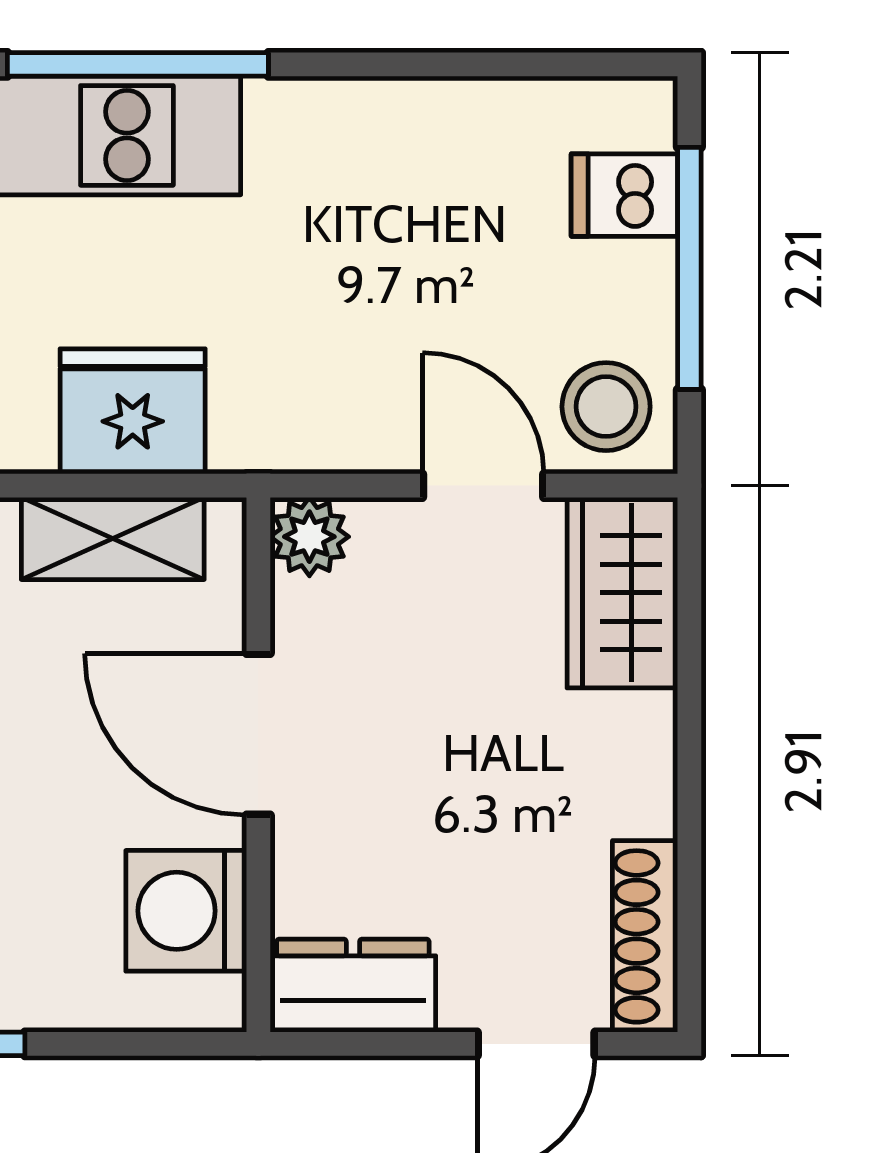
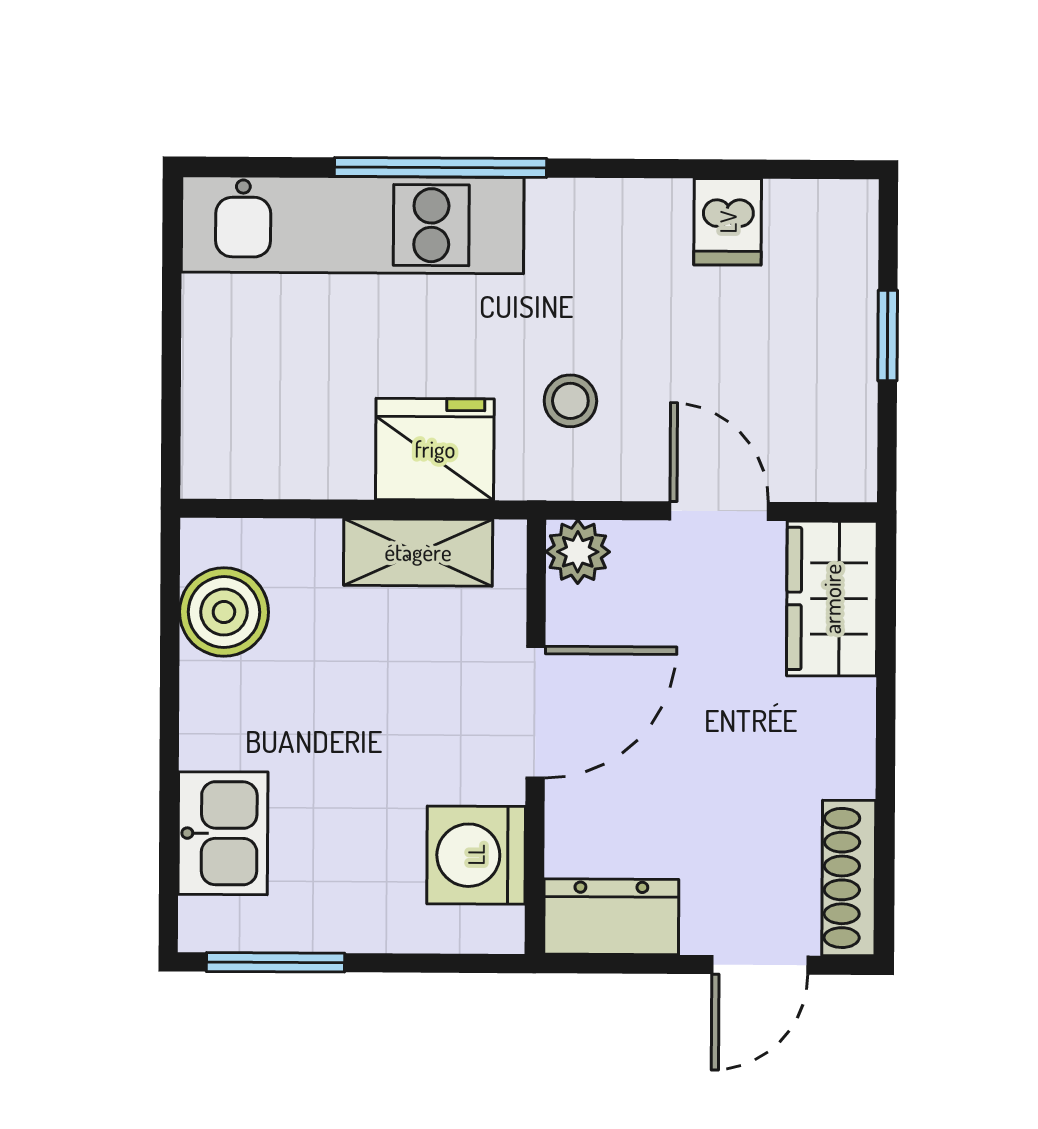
dishwasher: (624, 195) -> (728, 222), moved, turned -90
window: (689, 268) -> (888, 335), width x0.46
stool: (606, 407) -> (570, 401), moved, width x0.73, depth x0.73
door: (258, 734) -> (536, 712), swing flipped

